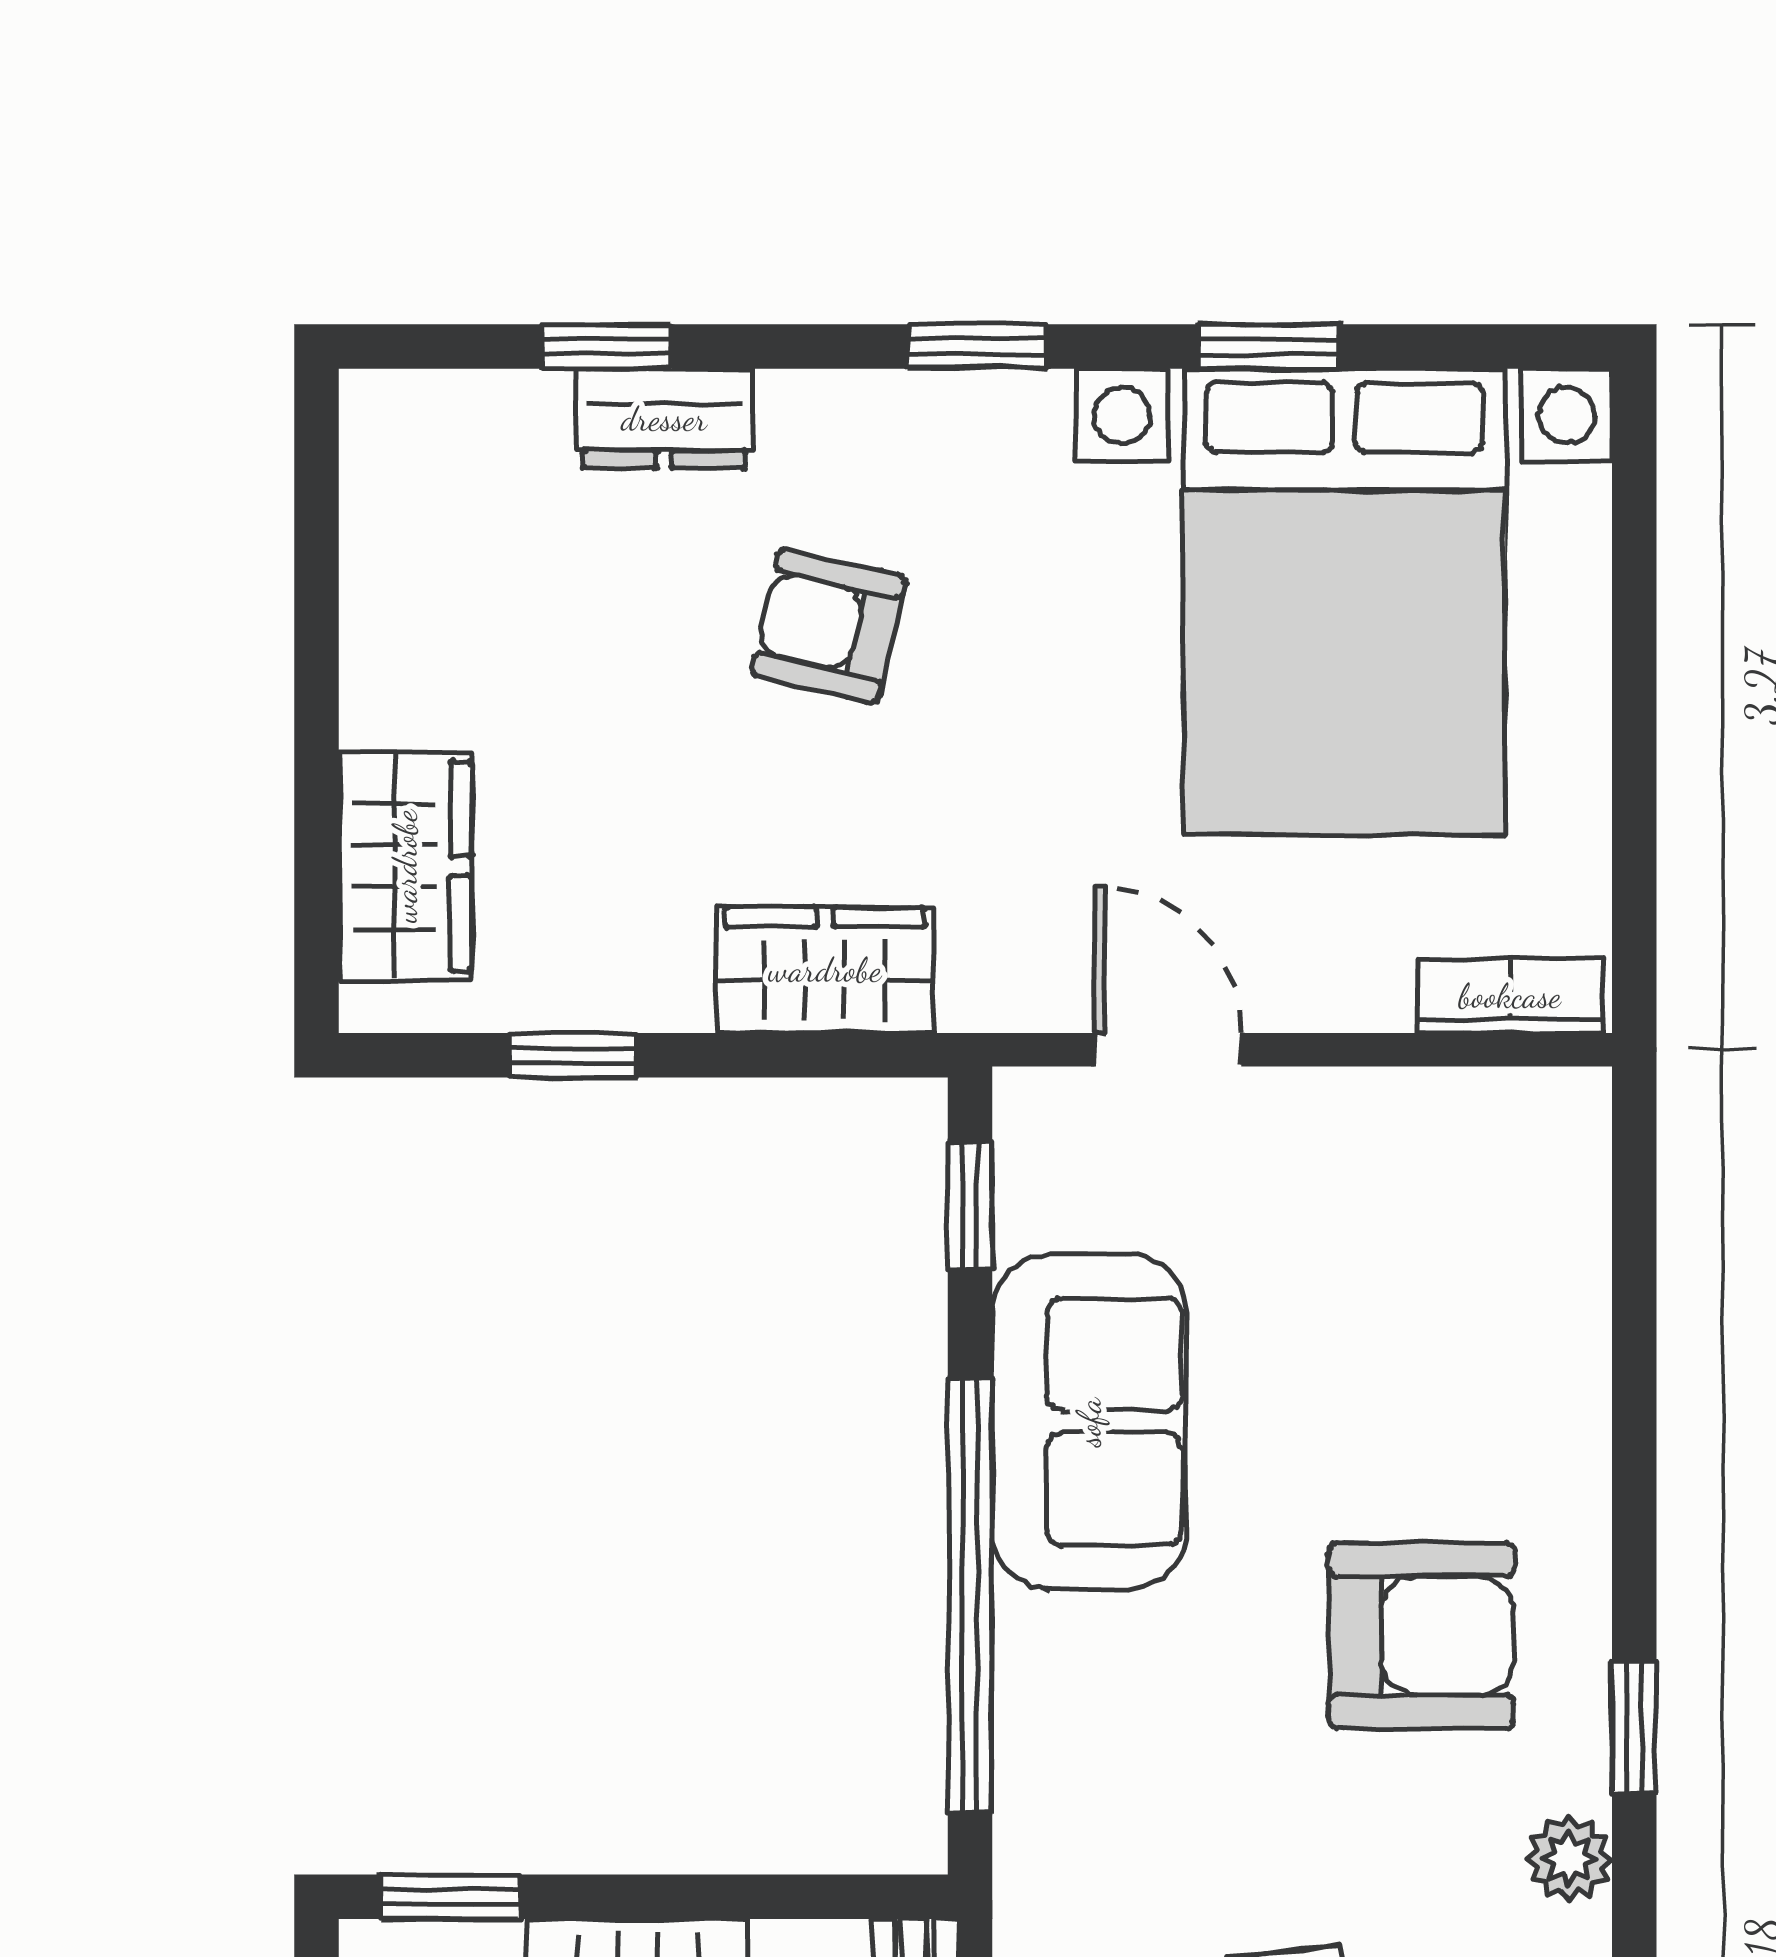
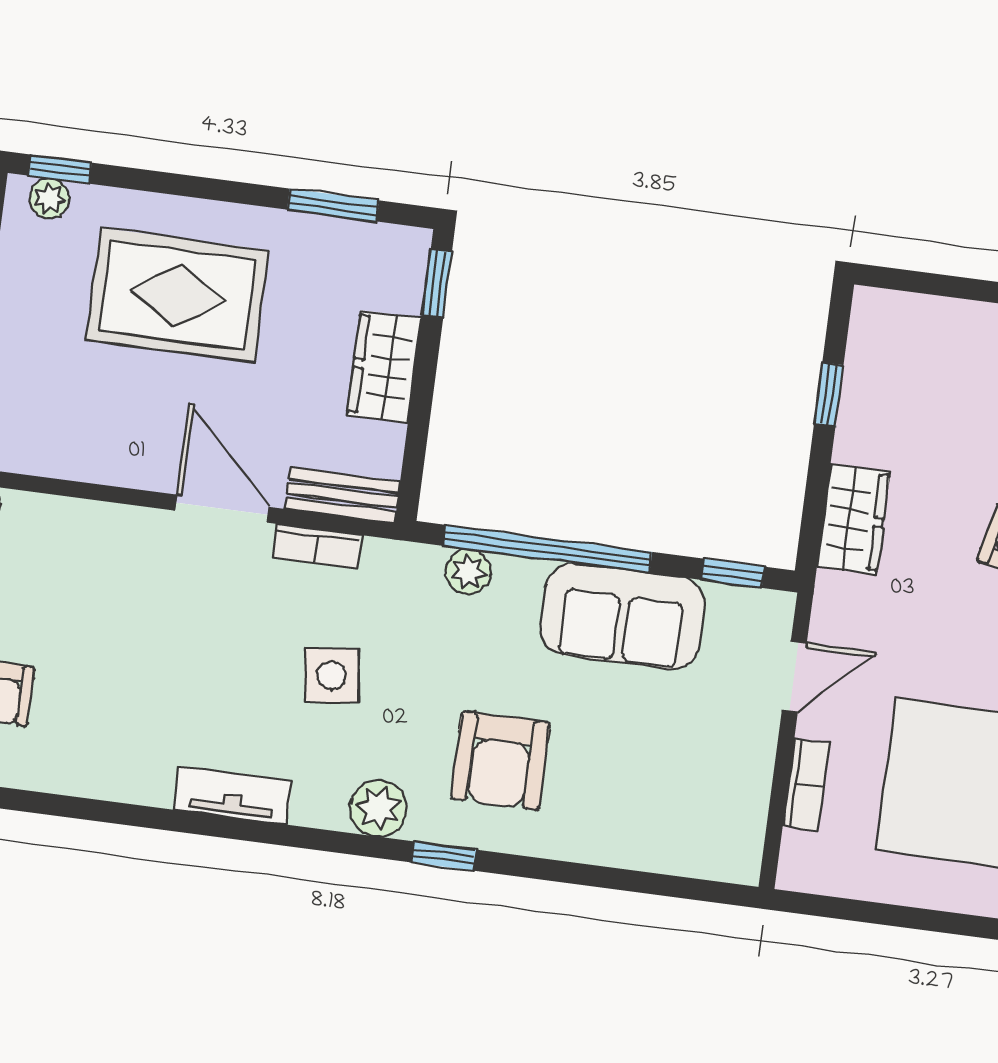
wardrobe: (405, 866) -> (929, 326), removed
bookcase: (1510, 996) -> (806, 785), moved
plant: (1039, 1753) -> (468, 572), added
plant: (1569, 1859) -> (378, 808), width x1.38, depth x1.38

